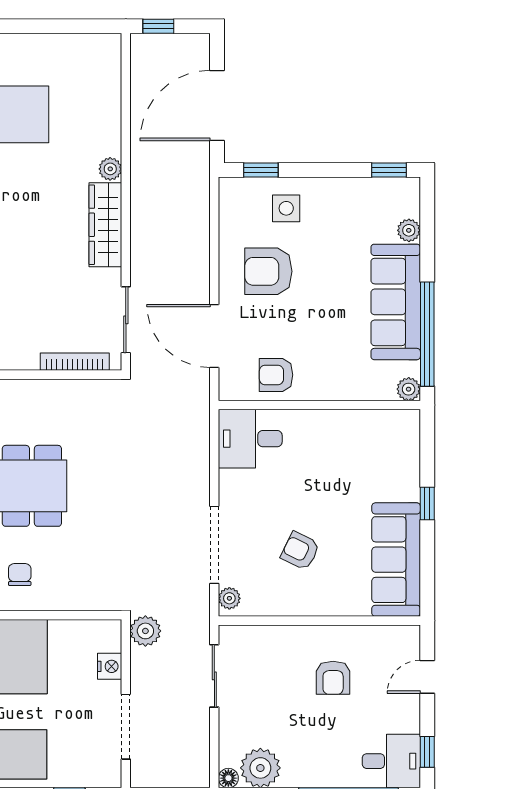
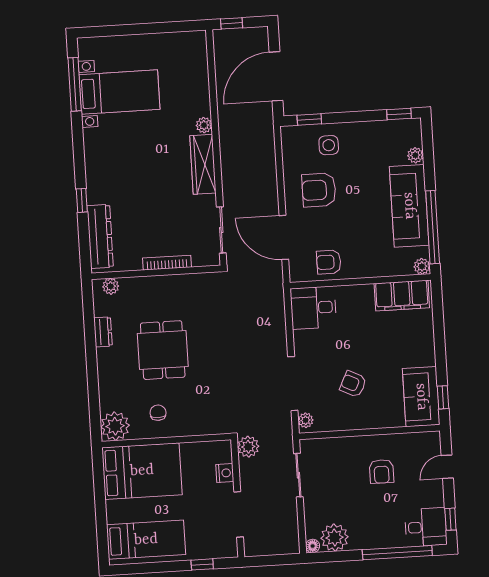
bookcase: (75, 362) -> (167, 263), moved
filing cabinet: (377, 429) -> (402, 296), added
window: (427, 503) -> (443, 397), moved
sofa: (396, 560) -> (421, 397), width x0.73

